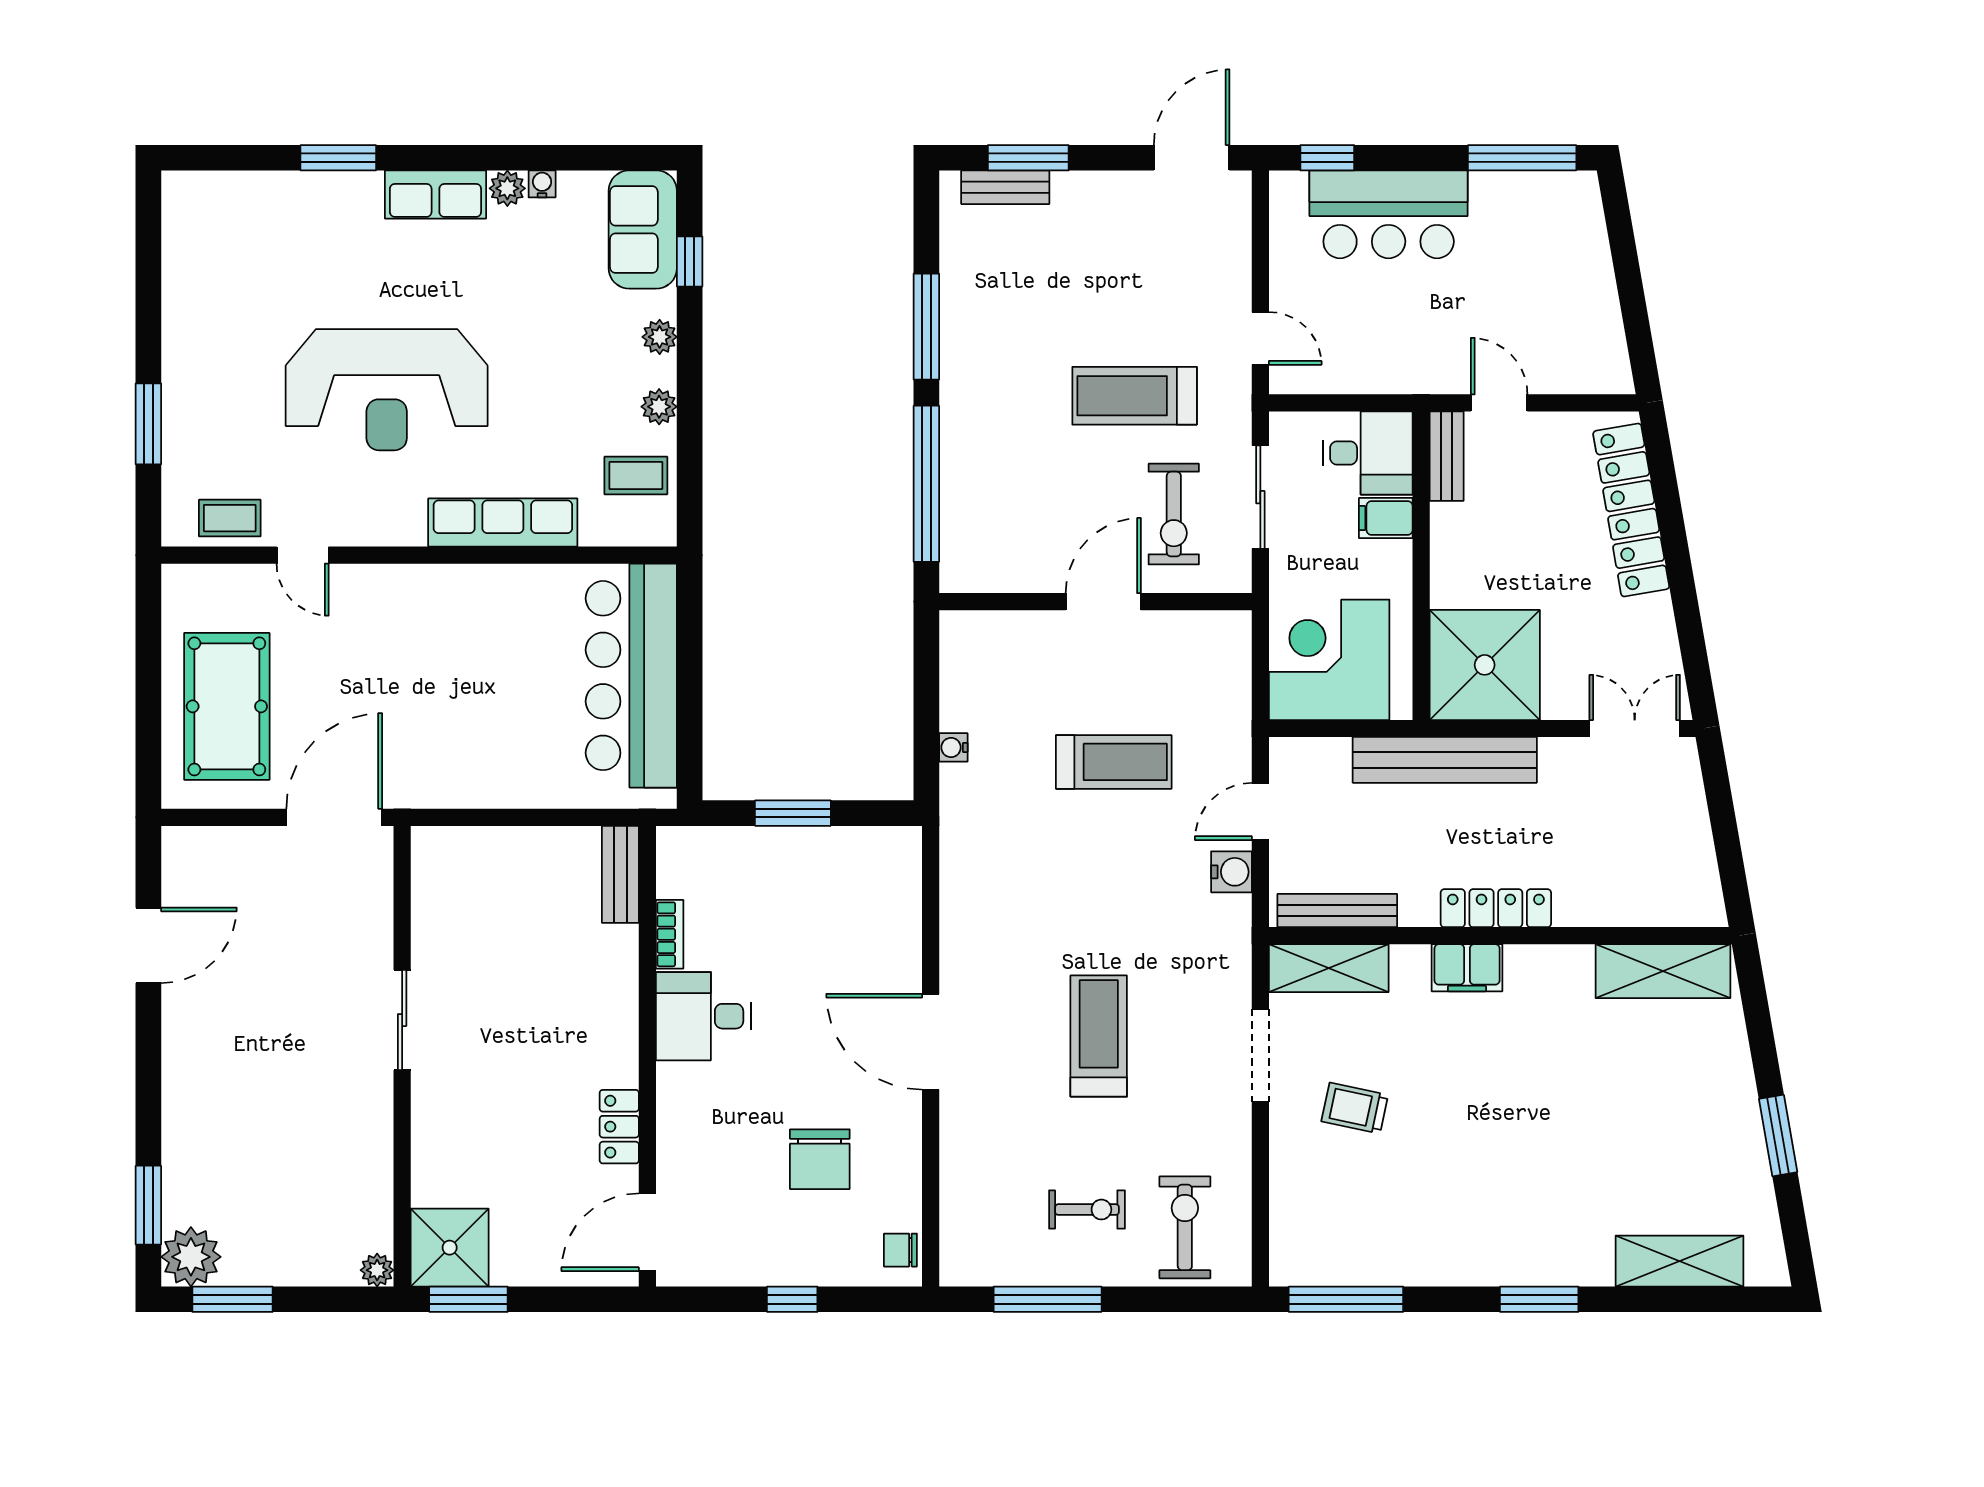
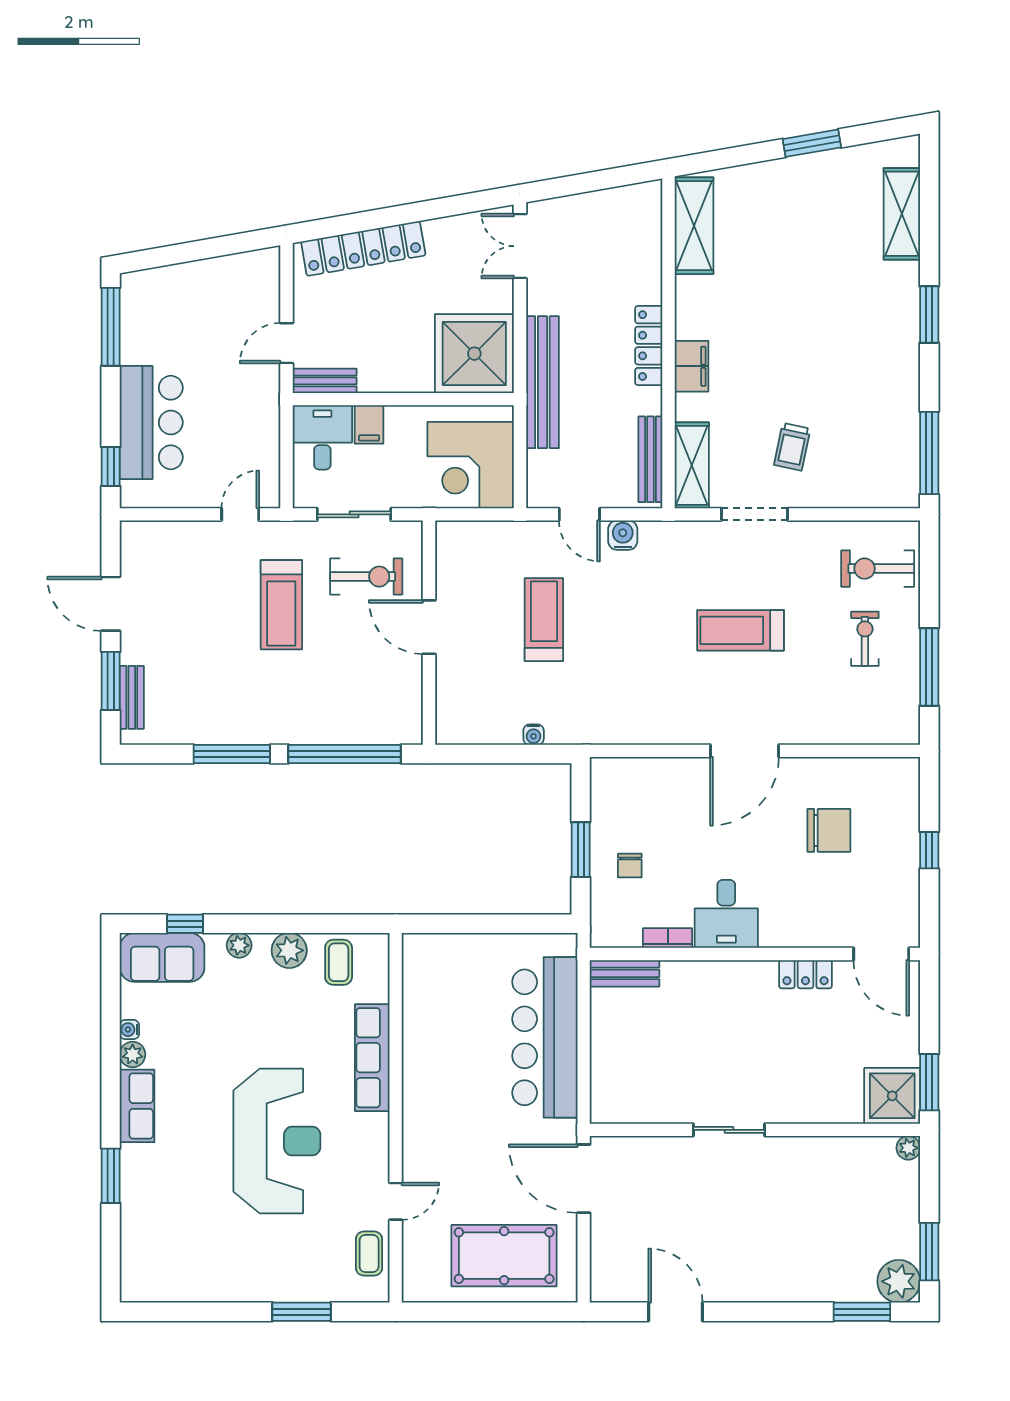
door: (1192, 158) -> (111, 604), moved
plant: (659, 407) -> (289, 950), width x1.38, depth x1.38
bar counter: (631, 676) -> (545, 1037), moved, turned 90
chair: (900, 1250) -> (630, 866), moved

